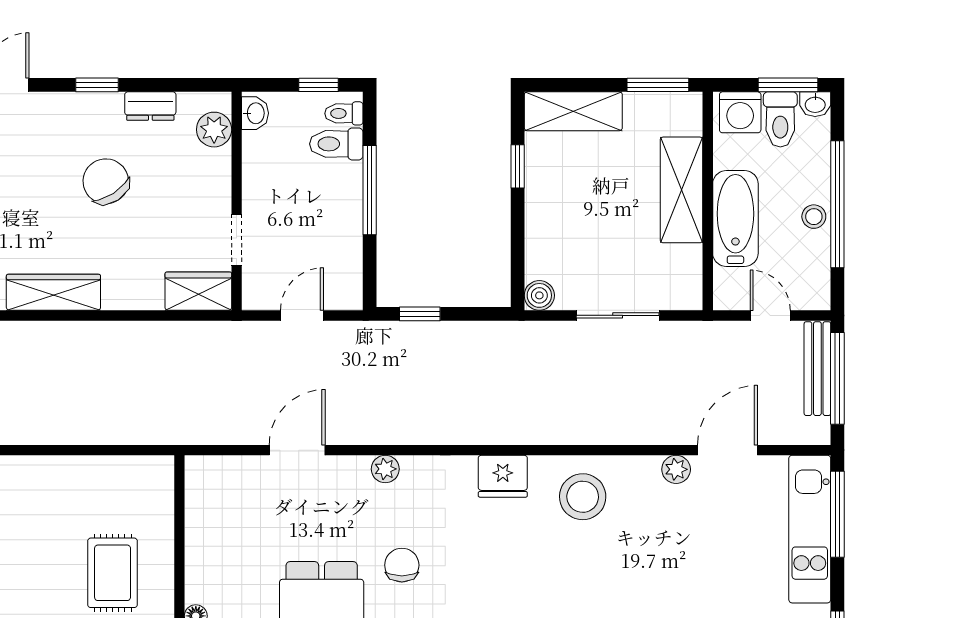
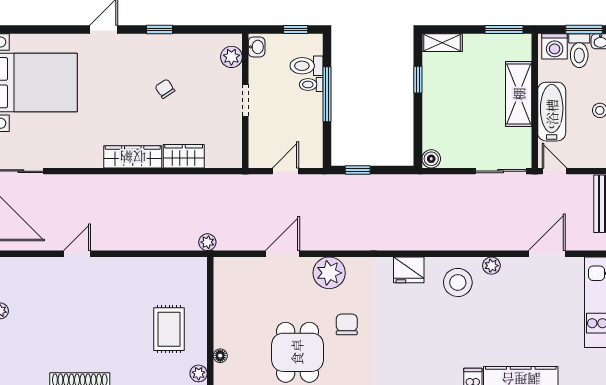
dresser: (150, 106) -> (192, 42), removed
shelving: (573, 111) -> (442, 43), width x0.67, depth x0.75
toilet: (344, 113) -> (311, 85), moved
chair: (106, 181) -> (165, 89), width x0.54, depth x0.54
doorway: (237, 240) -> (245, 100), moved
wardrobe: (198, 291) -> (184, 156), moved
sliding door: (618, 315) -> (501, 171), moved
door: (770, 315) -> (554, 171), moved
plant: (175, 431) -> (207, 242), added
plant: (385, 469) -> (329, 273), width x1.87, depth x1.87
plant: (676, 469) -> (491, 266), moved

